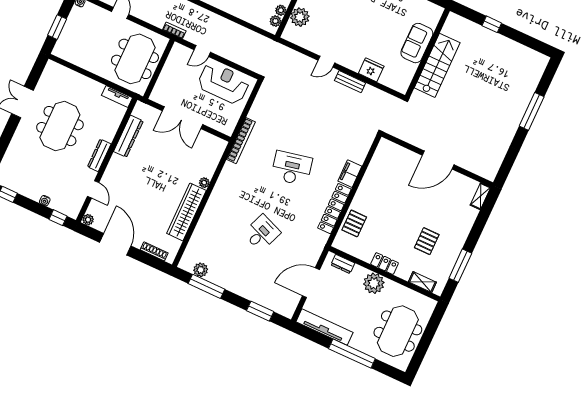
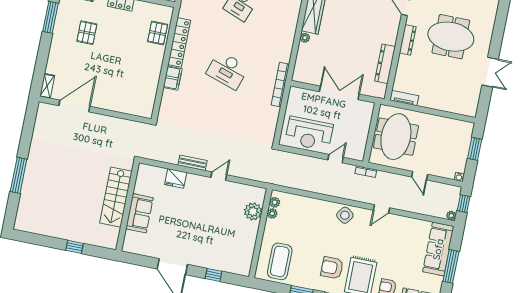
meeting table: (60, 126) -> (451, 37), moved, turned 90
door: (438, 160) -> (74, 106), moved
desk: (292, 168) -> (227, 70), turned 30

